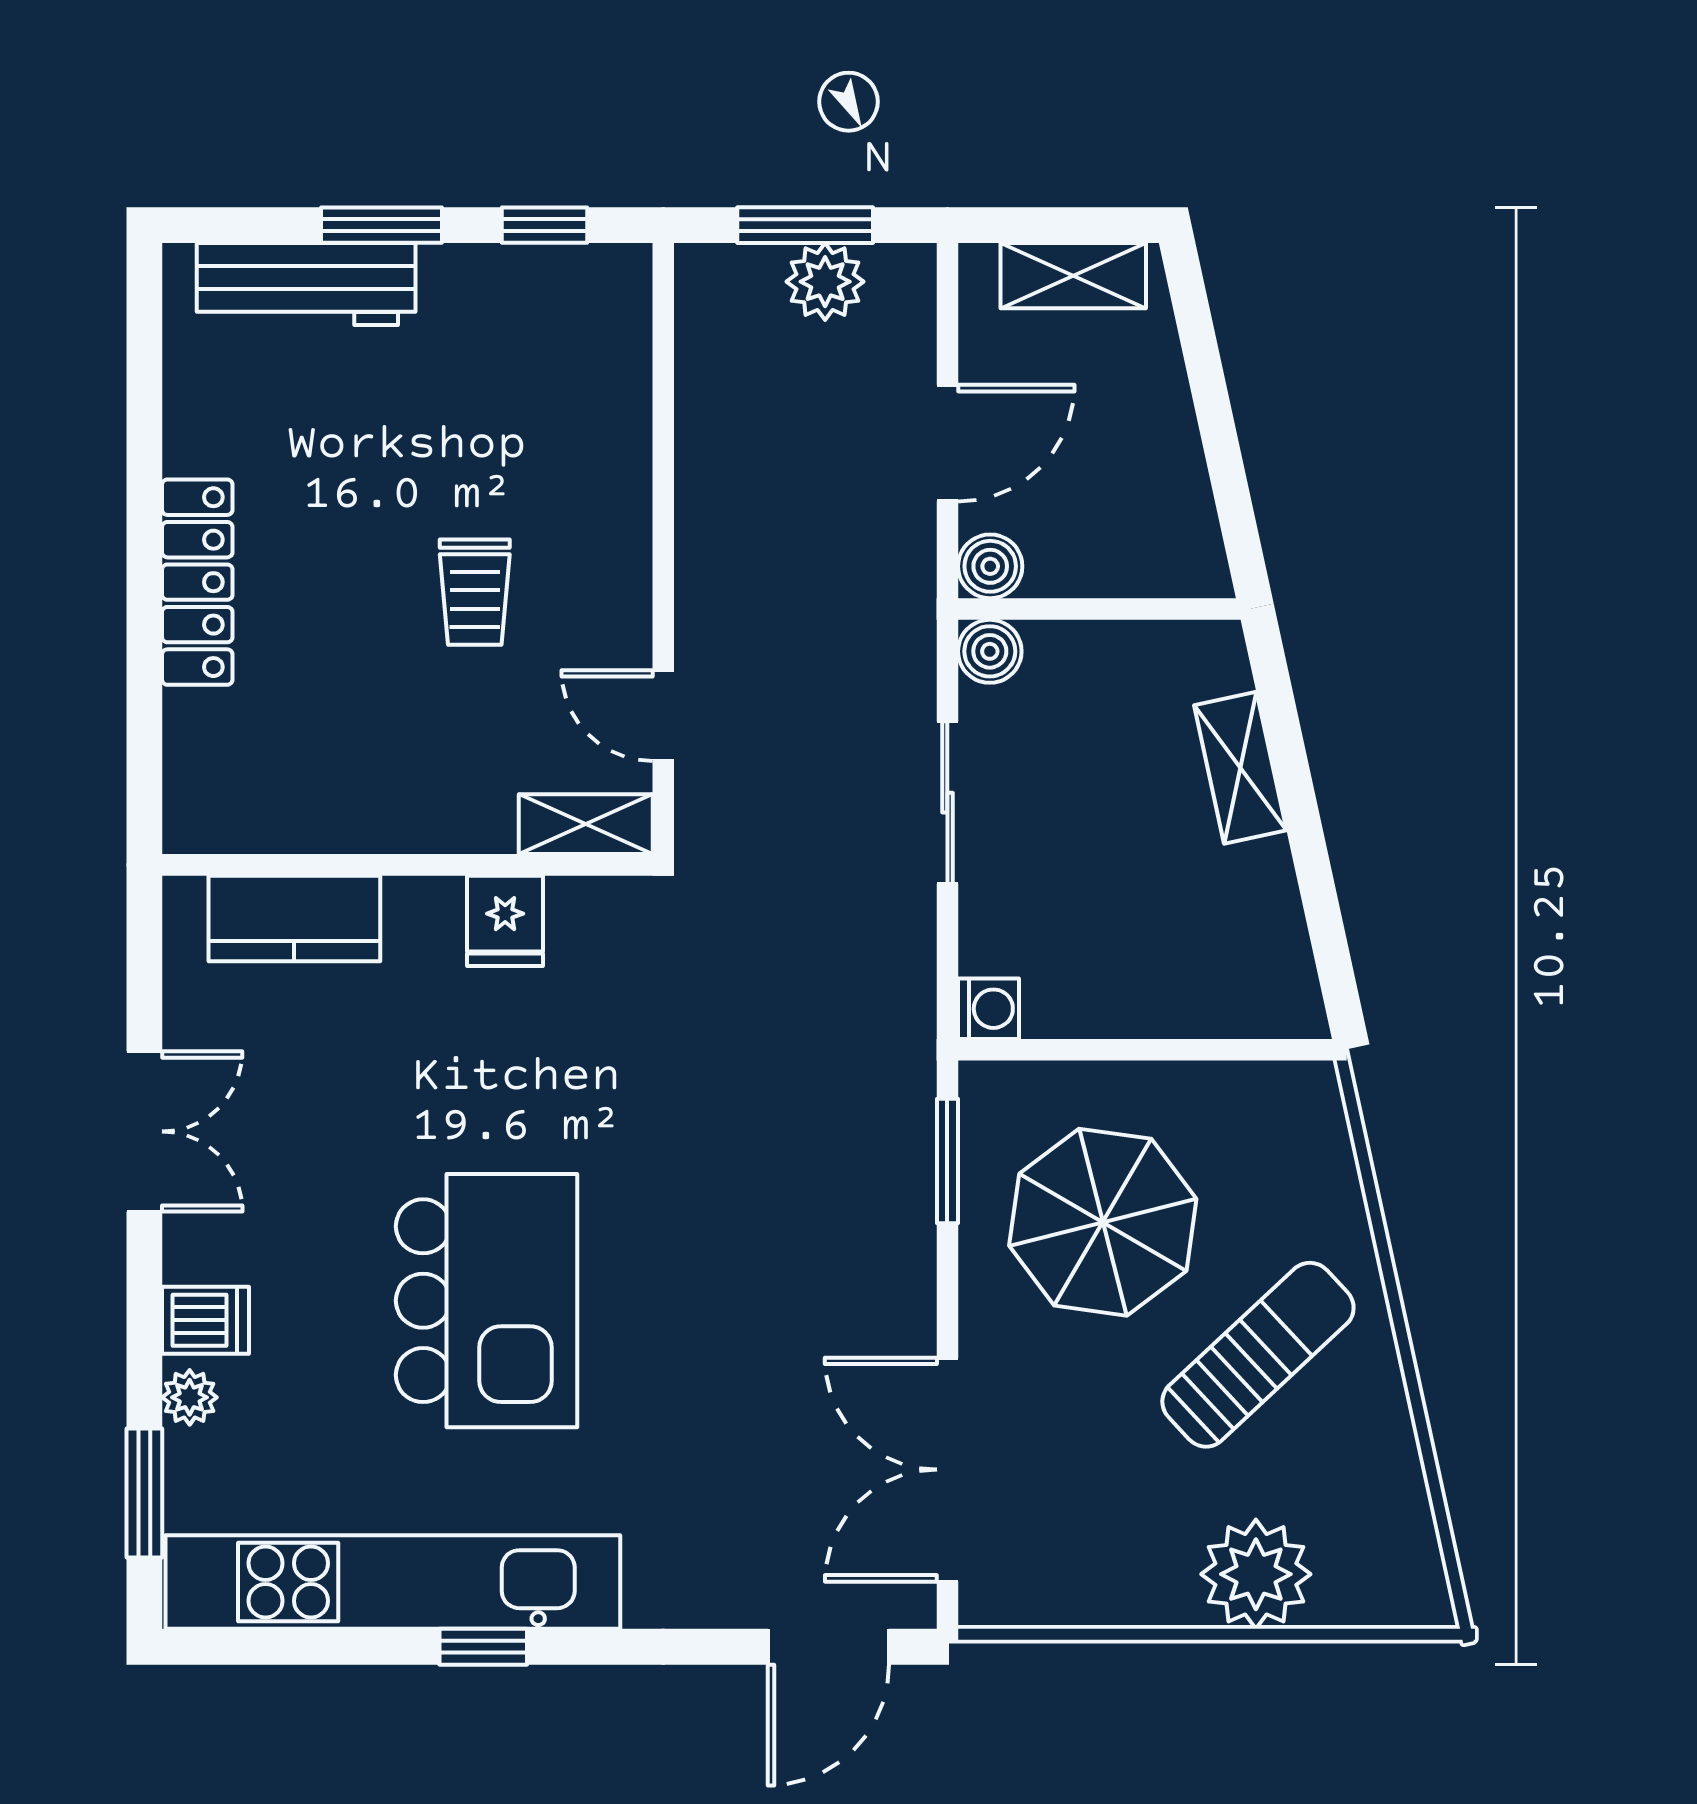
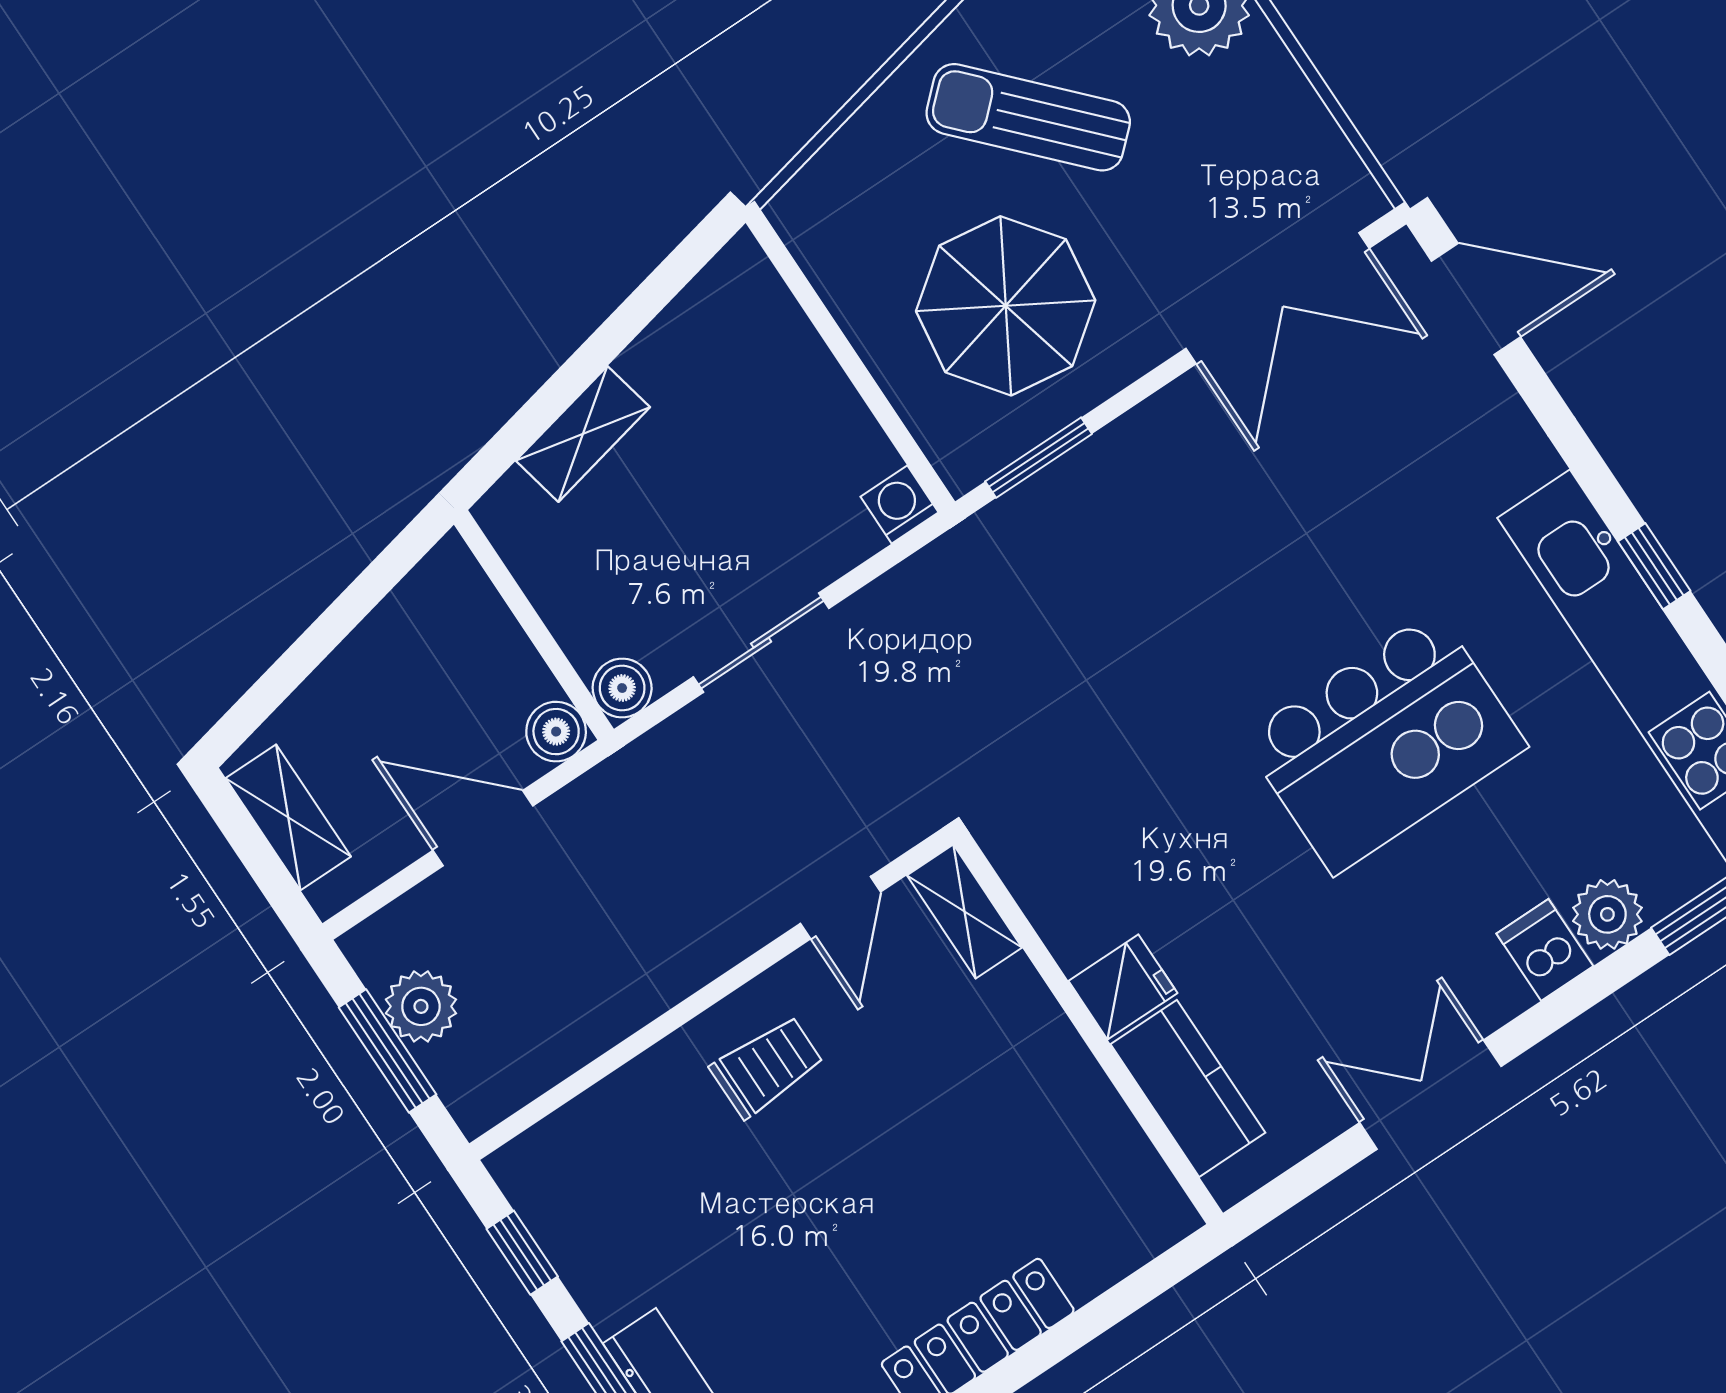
trolley: (475, 592) -> (767, 1067), moved
fridge: (505, 921) -> (1123, 987), moved
kitchen island: (487, 1301) -> (1385, 742), turned 180
plant: (190, 1397) -> (1607, 914), width x1.38, depth x1.38

